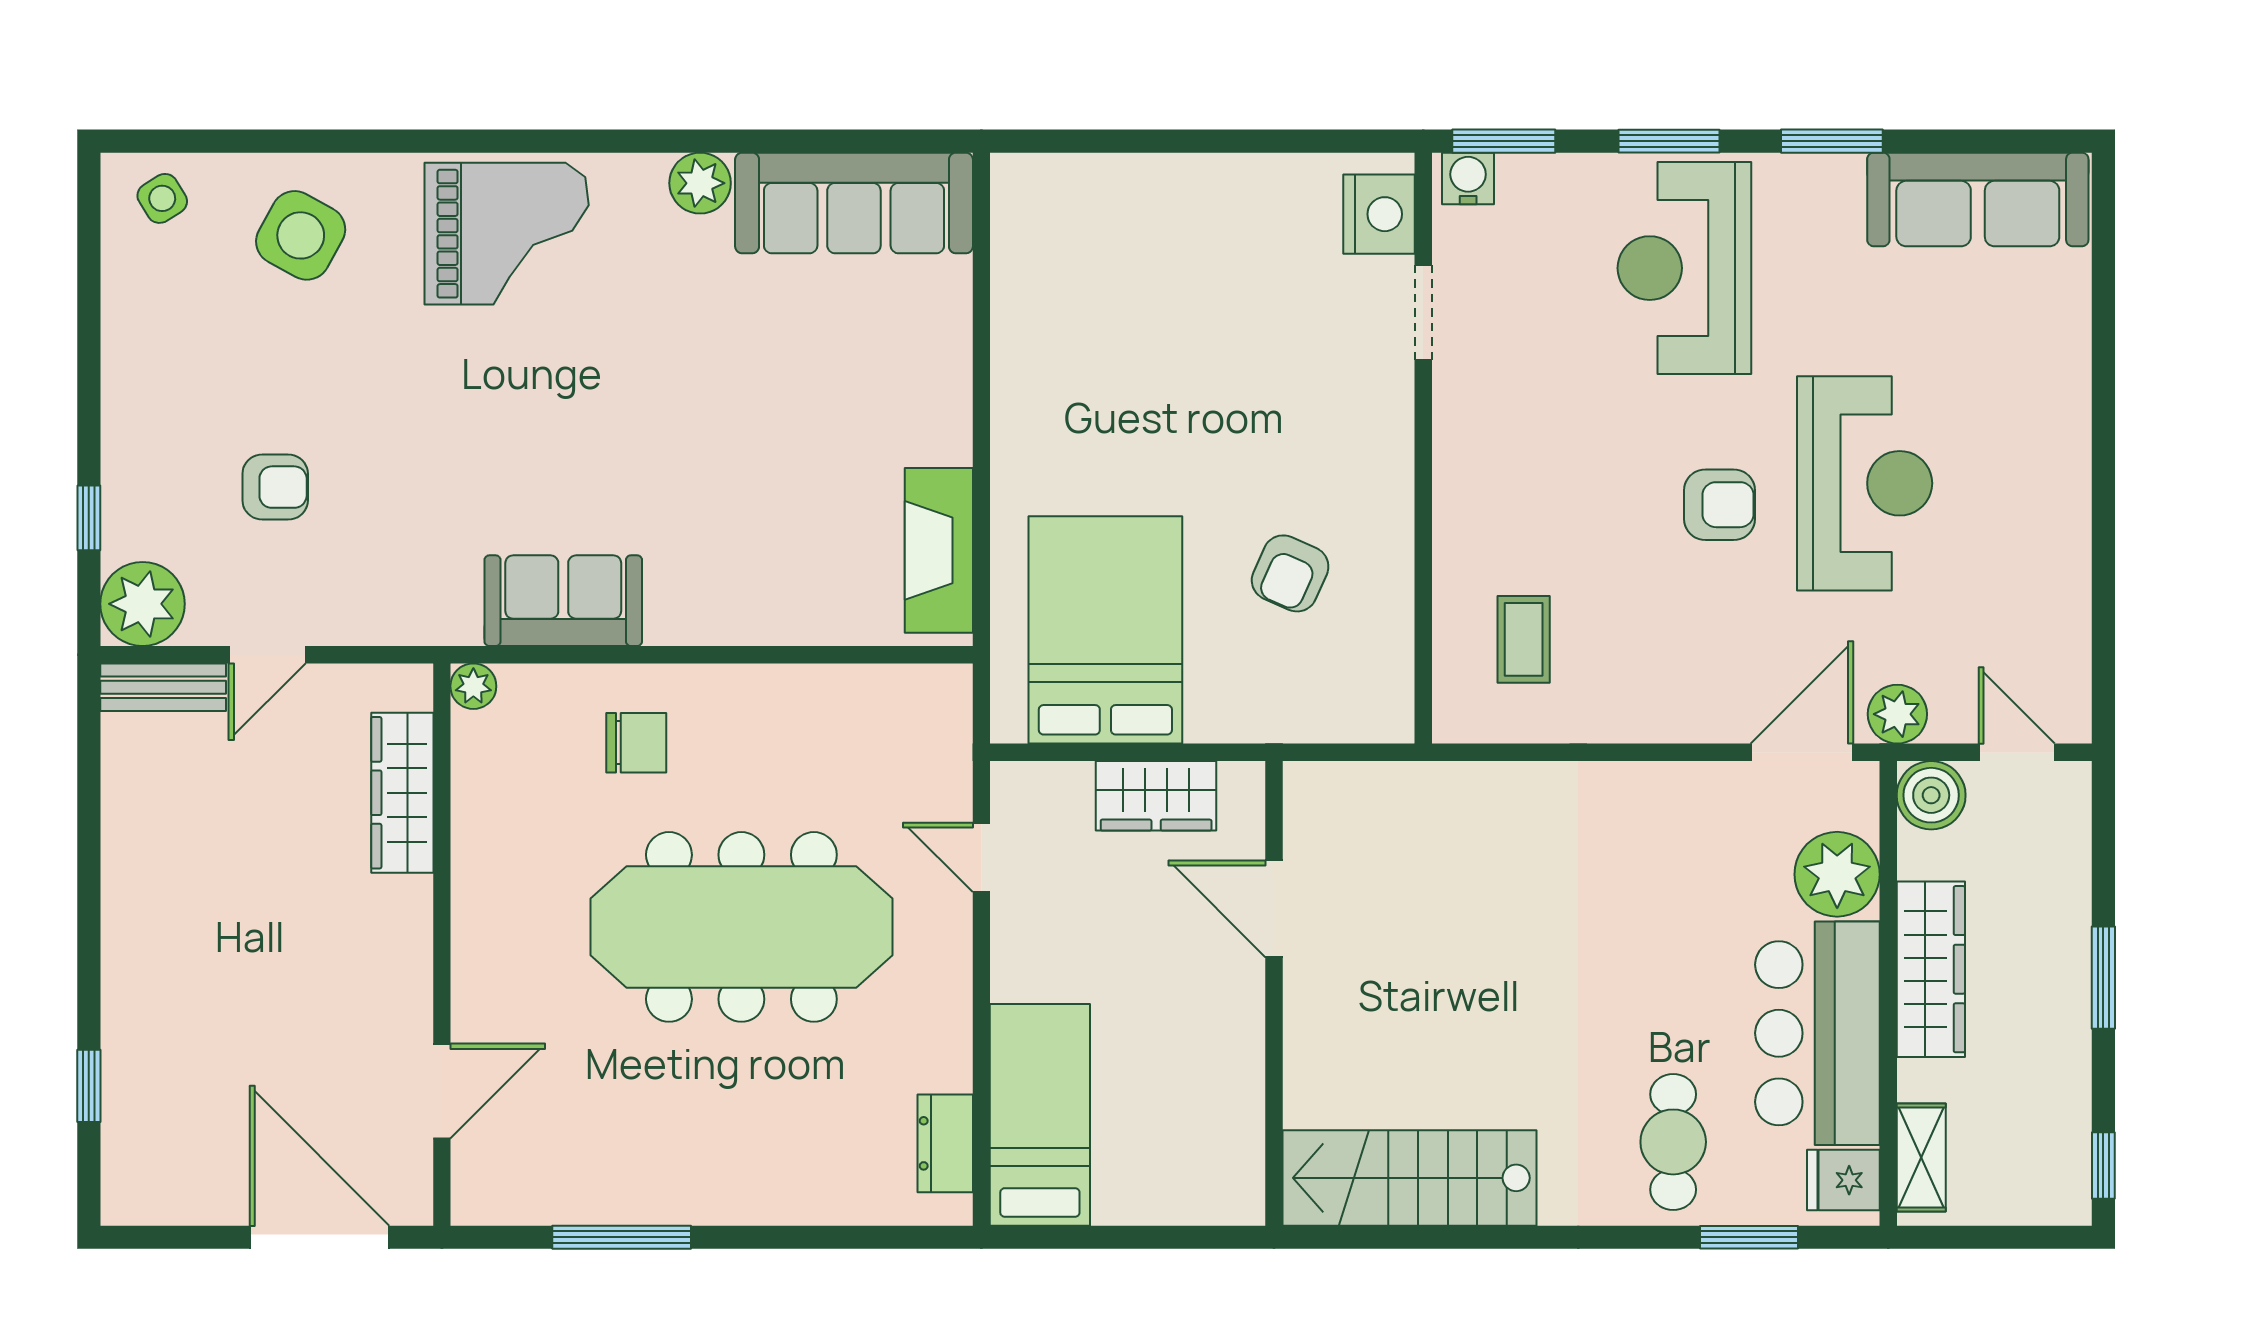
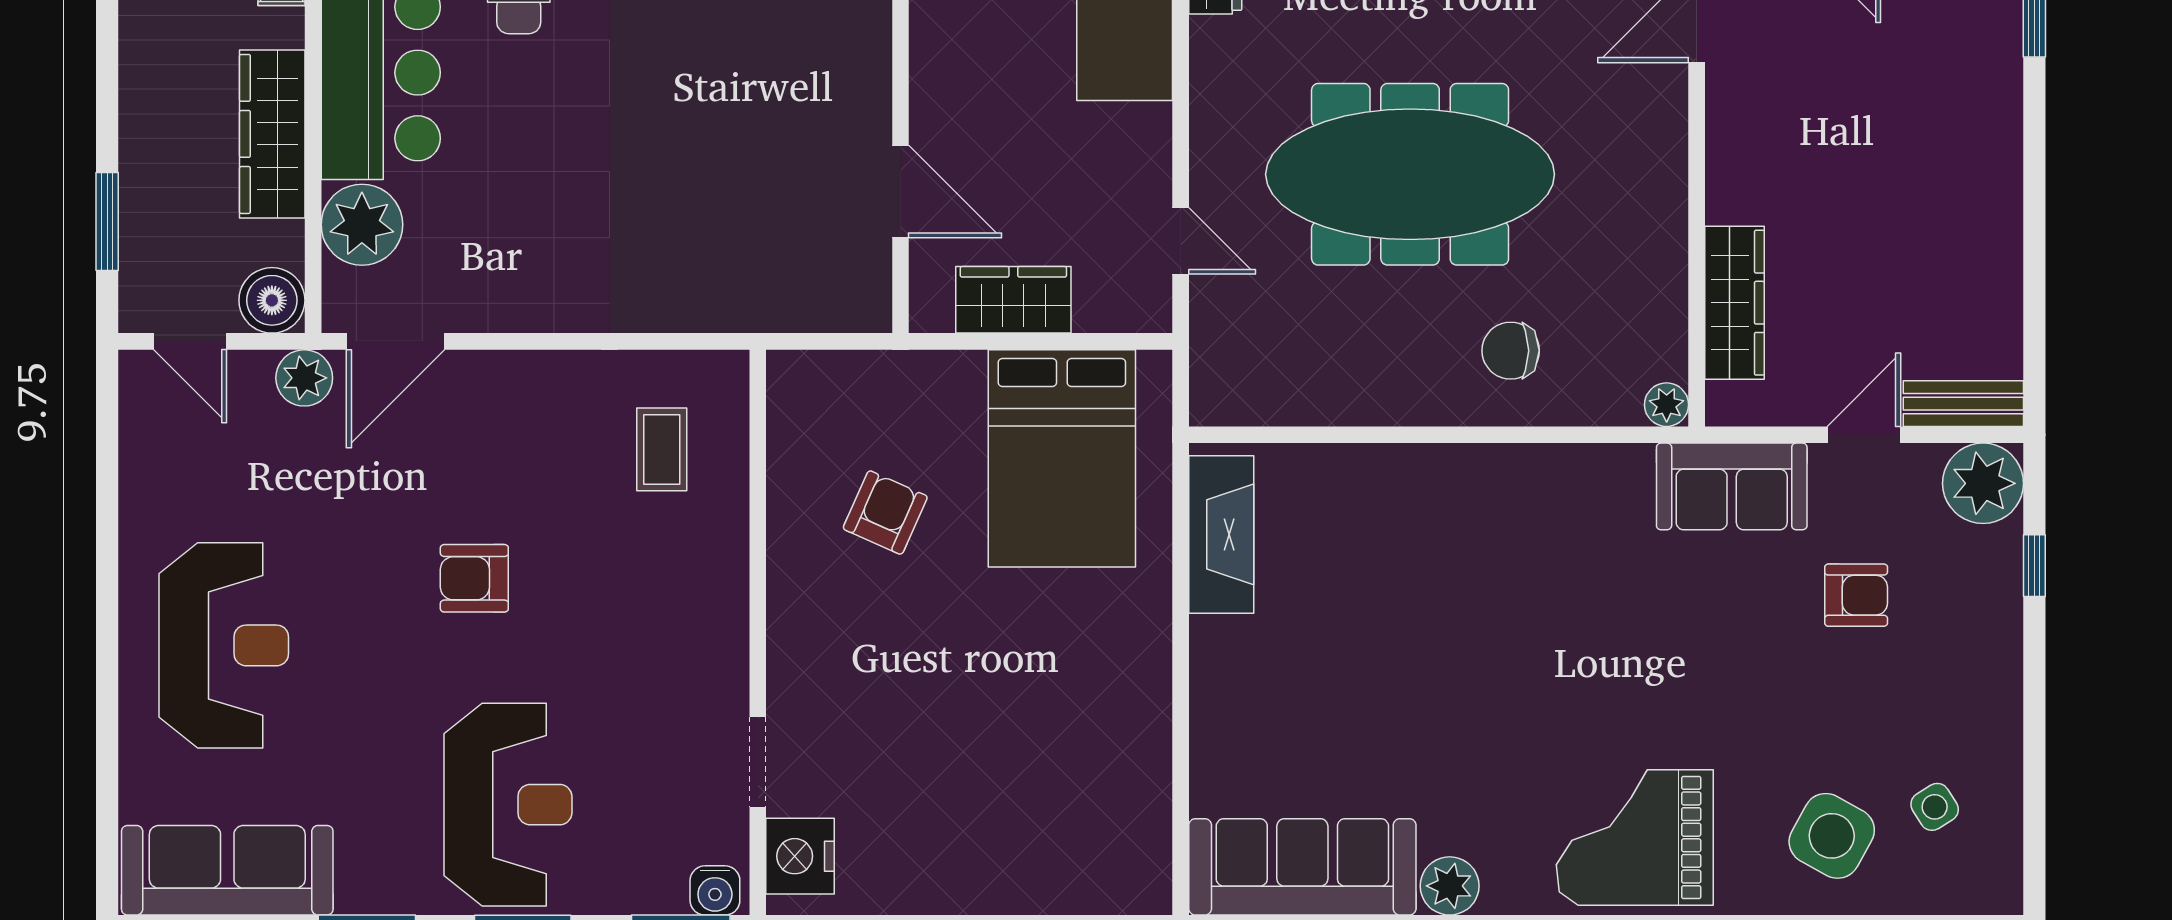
side table: (162, 198) -> (1935, 807), moved
reception desk: (1865, 483) -> (224, 645), moved, turned 180
armchair: (275, 487) -> (1856, 595), turned 180
sofa: (563, 601) -> (1732, 486), moved
window: (2103, 978) -> (107, 221), moved

